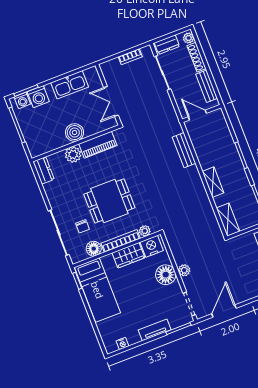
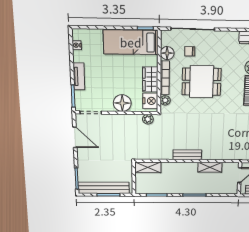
bench: (184, 150) -> (187, 155), moved
shelving: (213, 182) -> (210, 167), moved
dining table: (109, 201) -> (201, 82), turned 90
plant: (184, 270) -> (148, 119), moved

